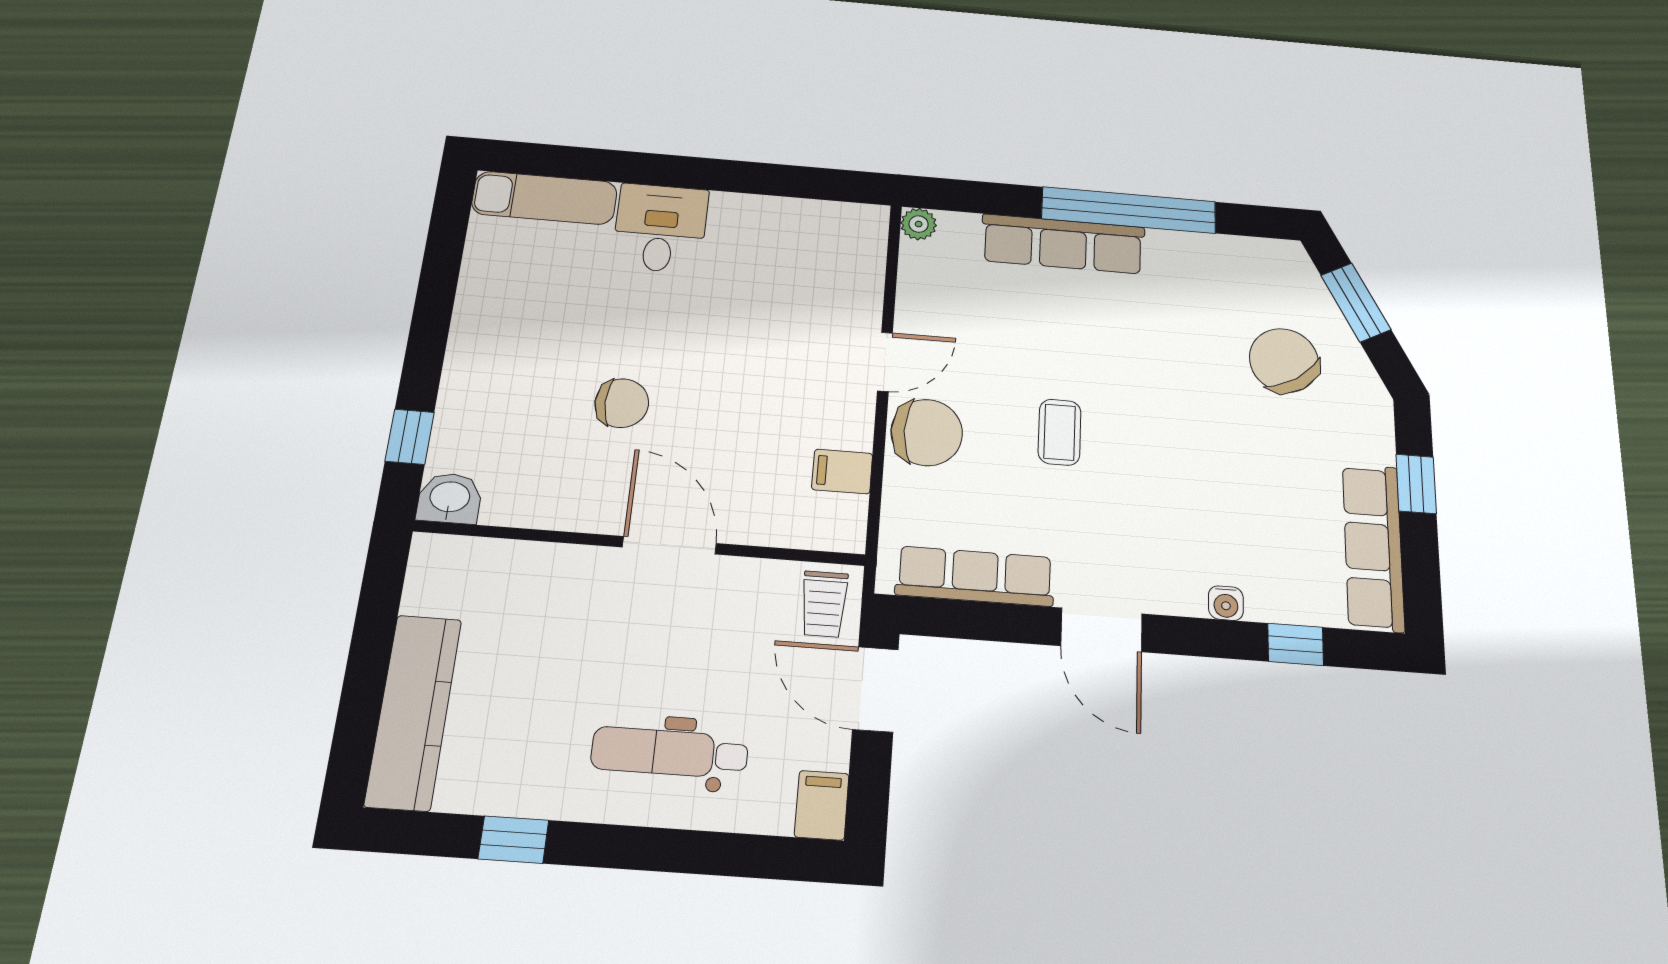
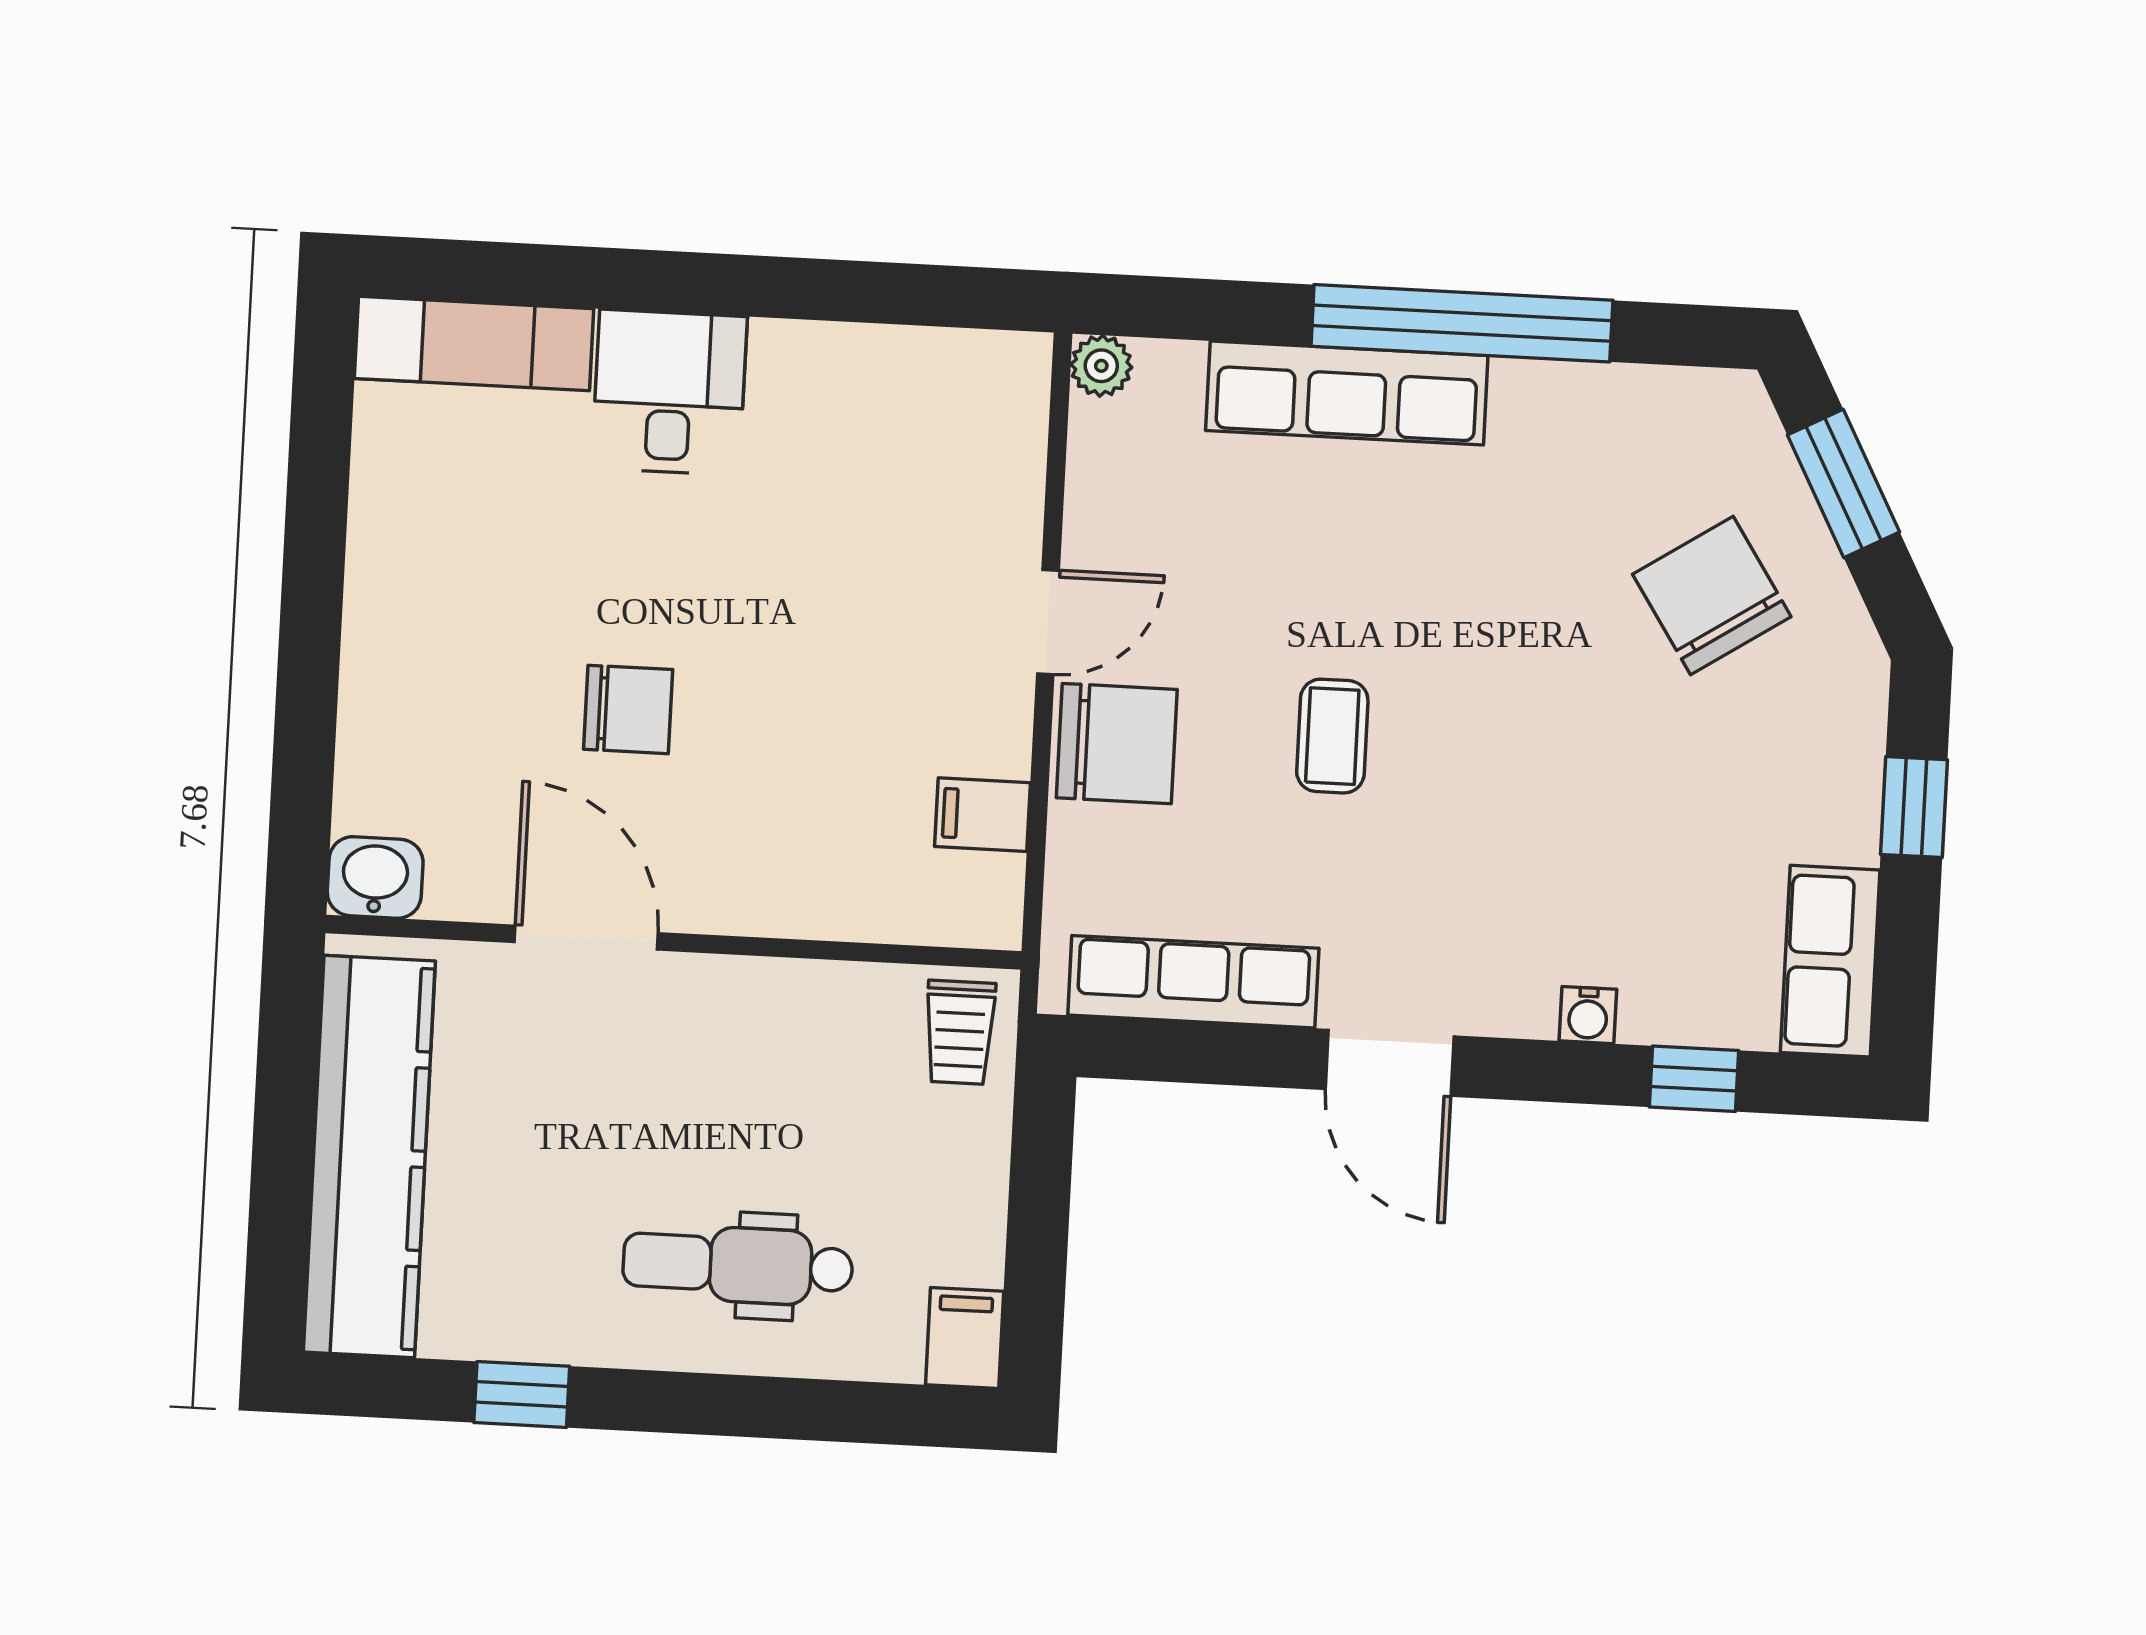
window: (410, 437) -> (303, 778), removed
door: (669, 545) -> (586, 938), moved
row of seats: (1373, 547) -> (1830, 961), width x0.68
door: (876, 689) -> (1041, 1164), removed
kitchen counter: (413, 712) -> (369, 1157), width x1.39, depth x1.17

